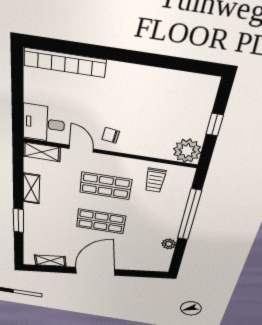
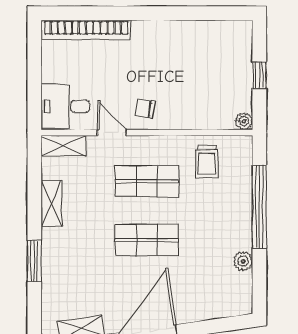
plant: (187, 151) -> (244, 121), width x0.53, depth x0.53

